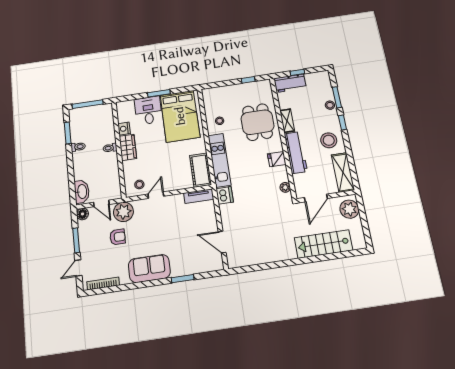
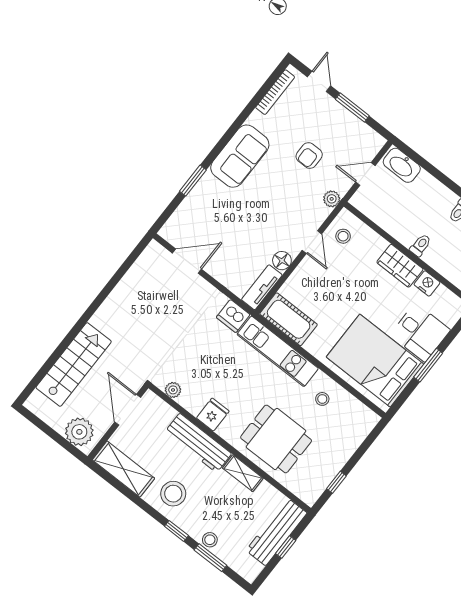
workbench: (290, 83) -> (276, 532), width x1.38
plant: (123, 212) -> (332, 199), width x0.53, depth x0.53
floor lamp: (83, 214) -> (282, 261), moved

